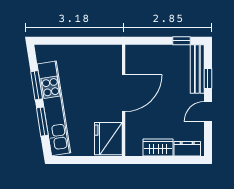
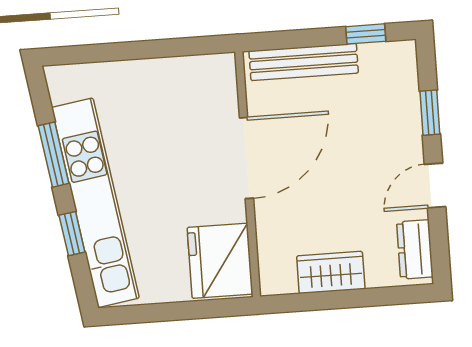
bench: (197, 69) -> (304, 62), moved, turned 90
window: (42, 122) -> (72, 234), width x0.67
dresser: (187, 149) -> (415, 249), moved, turned -90

